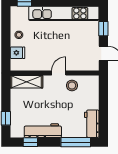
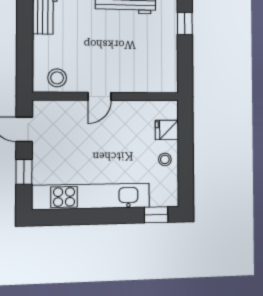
shelving: (27, 82) -> (152, 82), removed
stool: (72, 86) -> (57, 78), moved

